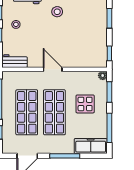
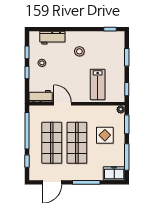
lab bench: (77, 48) -> (98, 84), added
door: (53, 69) -> (63, 104), moved
freezer: (91, 146) -> (114, 173), width x0.71

